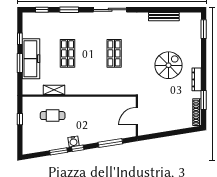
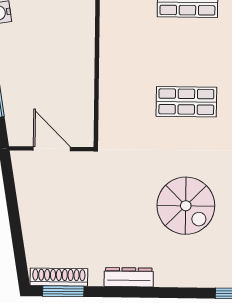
spiral stairs: (169, 65) -> (186, 206), moved
window: (204, 100) -> (63, 291), moved

